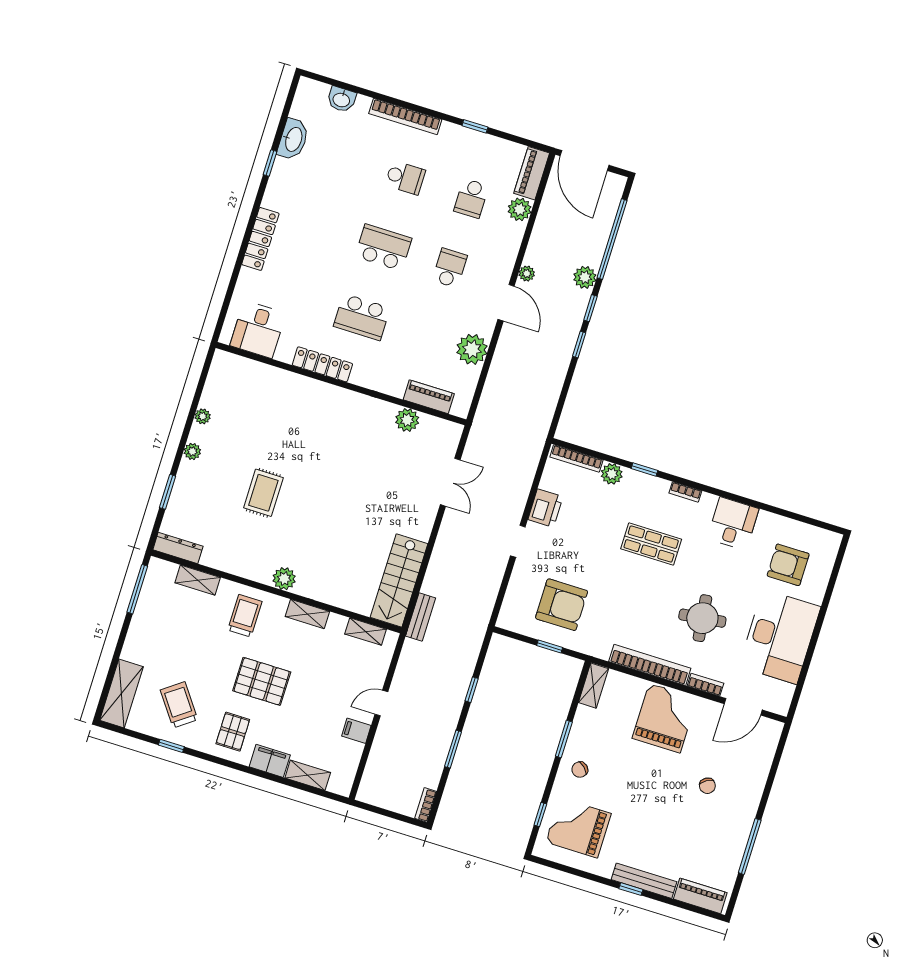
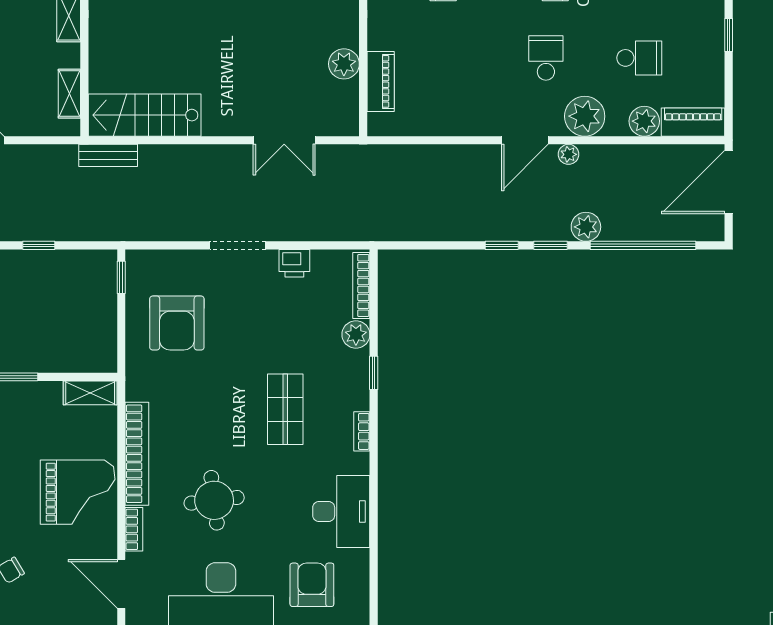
school desk: (471, 198) -> (639, 58), turned 180
school desk: (450, 268) -> (546, 58), turned -90
plant: (472, 349) -> (585, 116), moved
printer: (545, 508) -> (294, 263), width x0.73, depth x0.81
desk: (733, 524) -> (341, 511), width x1.37
doorway: (518, 541) -> (238, 245), width x1.38
window: (550, 647) -> (121, 277), moved

